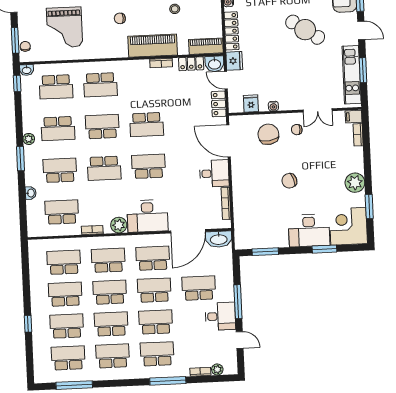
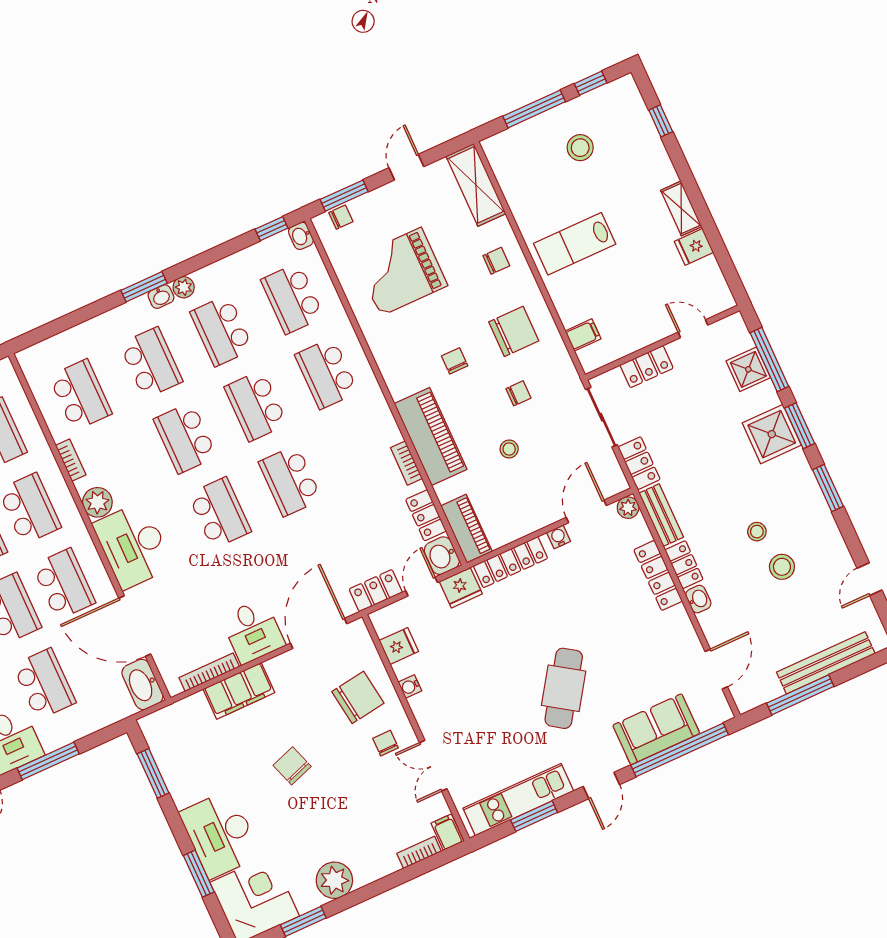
school desk: (102, 127) -> (256, 406), turned 180
filing cabinet: (241, 192) -> (239, 691), added
washbasin: (31, 193) -> (161, 297), moved

